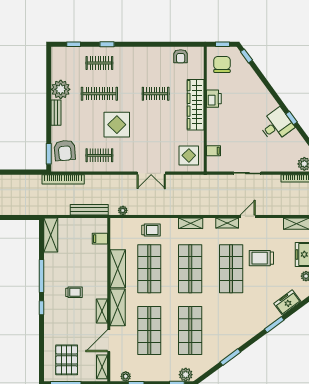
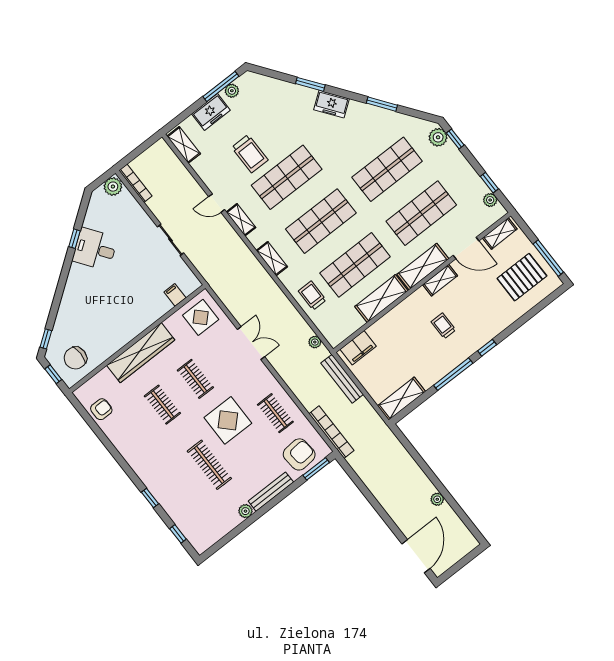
clothes rail: (99, 63) -> (195, 379), moved
plant: (61, 89) -> (245, 511), width x0.53, depth x0.53
printer: (214, 99) -> (119, 338), removed
bench: (56, 113) -> (271, 492), width x1.36
filing cabinet: (100, 239) -> (358, 348), width x2.00
freezer: (287, 303) -> (331, 104), moved

